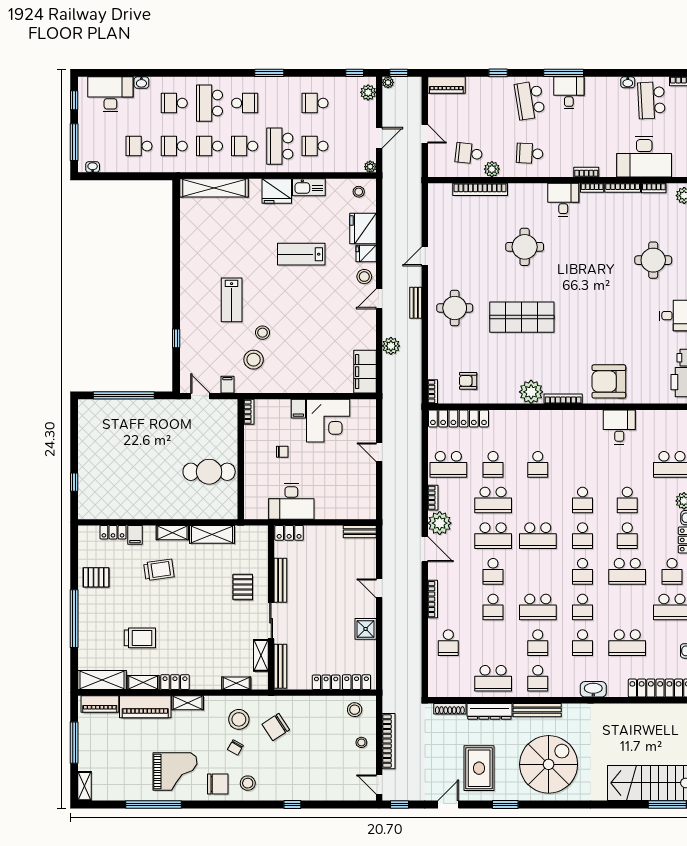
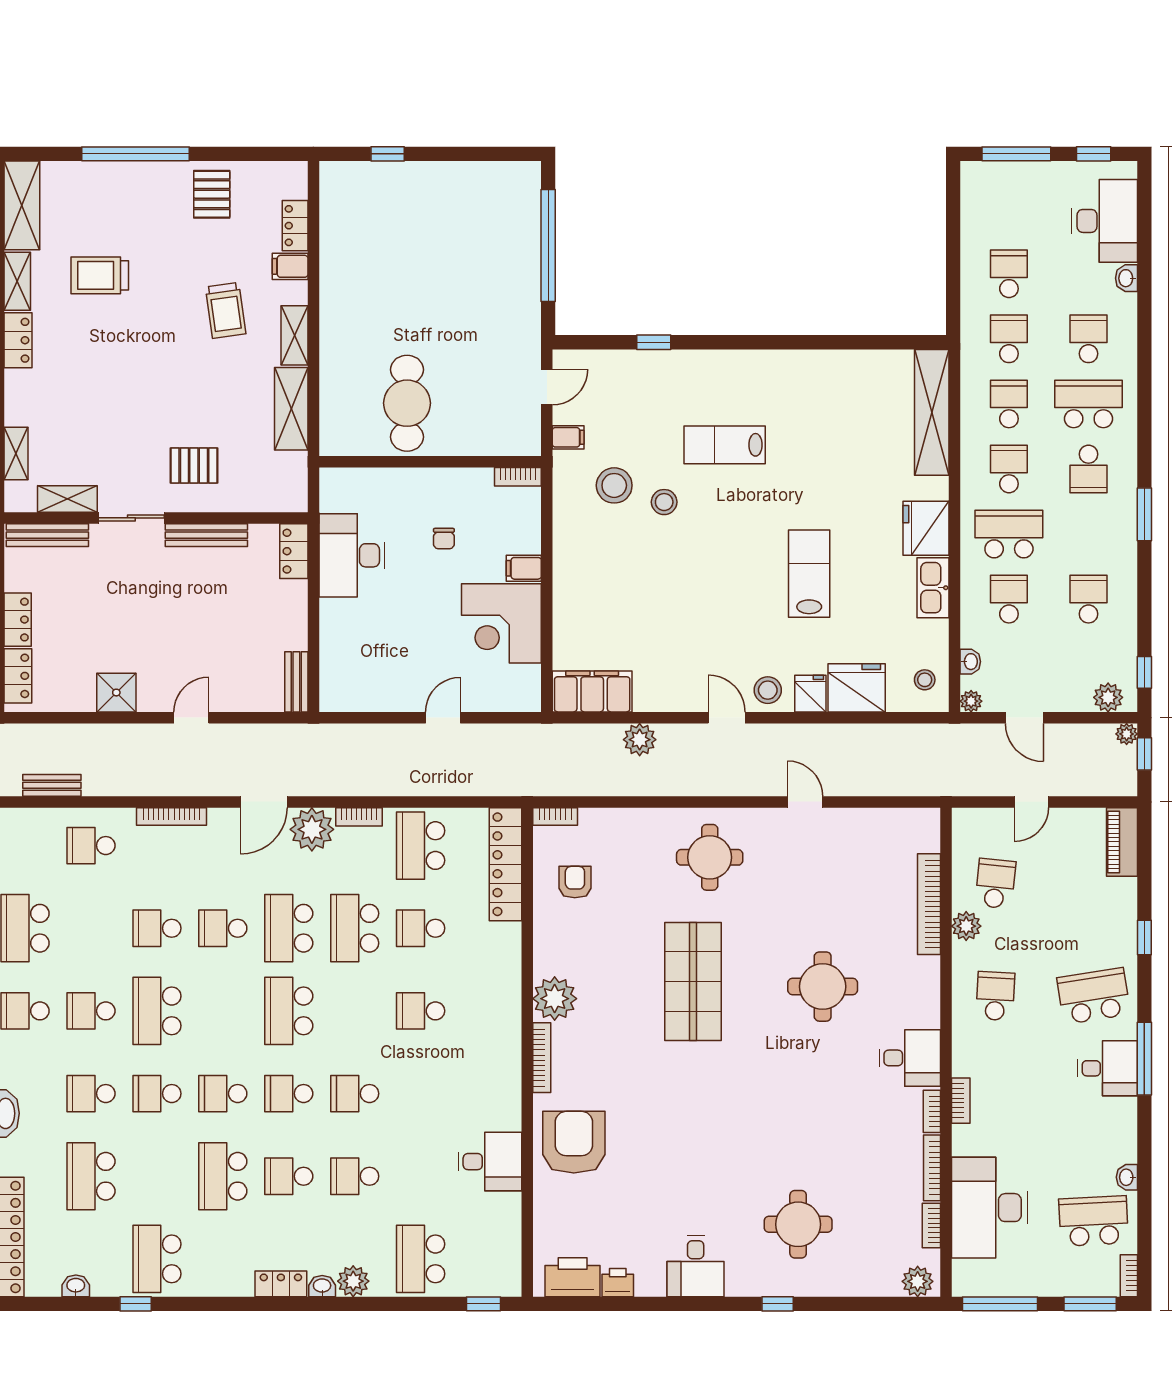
washbasin: (93, 167) -> (970, 662), moved
bench: (416, 303) -> (52, 785), moved
school desk: (672, 571) -> (223, 1259), removed
trolley: (140, 638) -> (100, 275), turned 90

